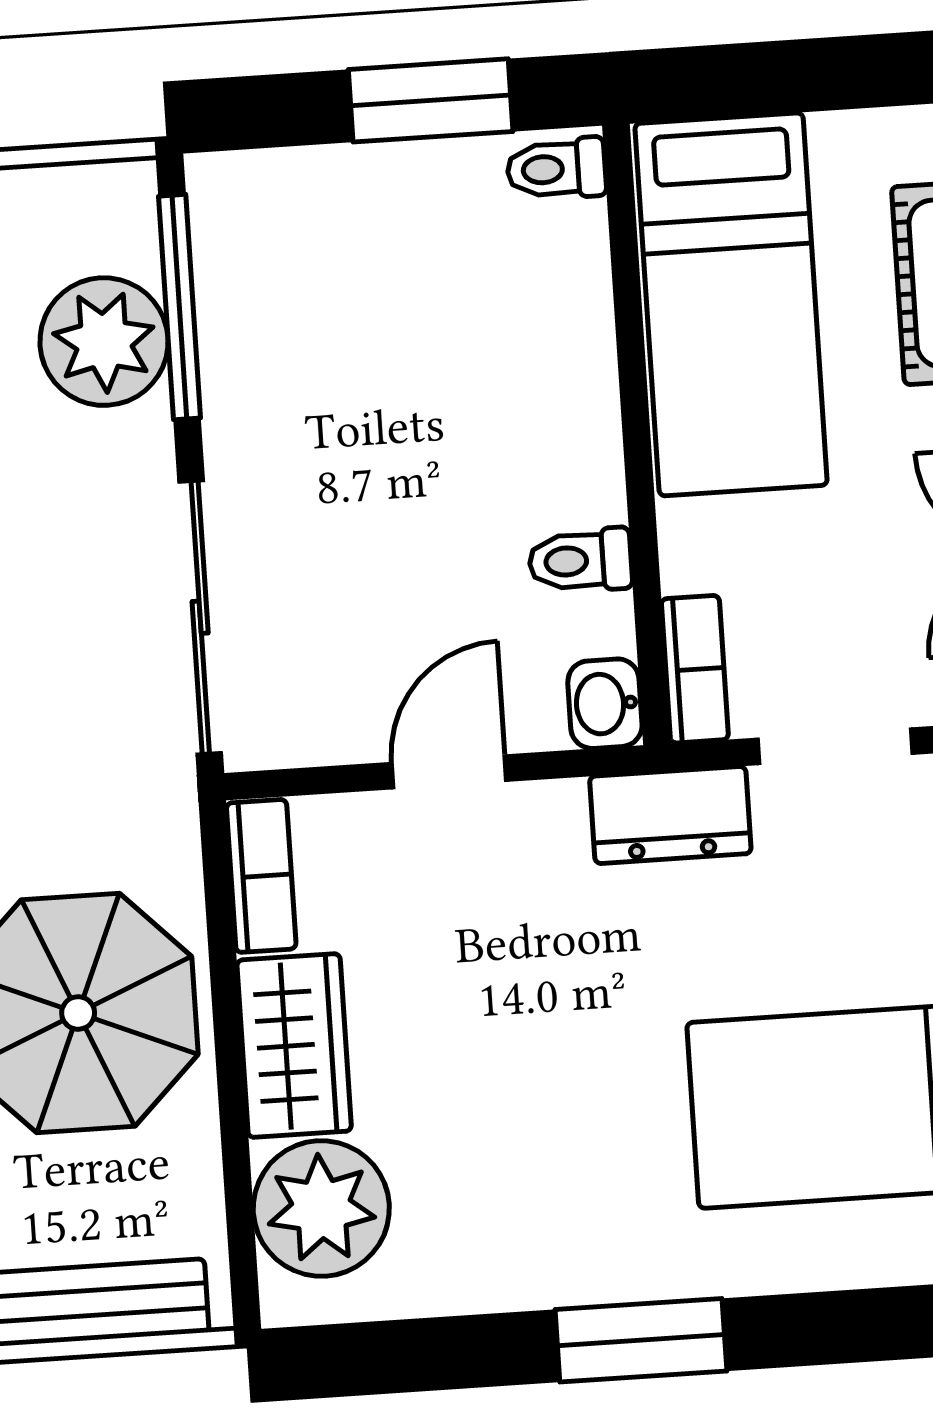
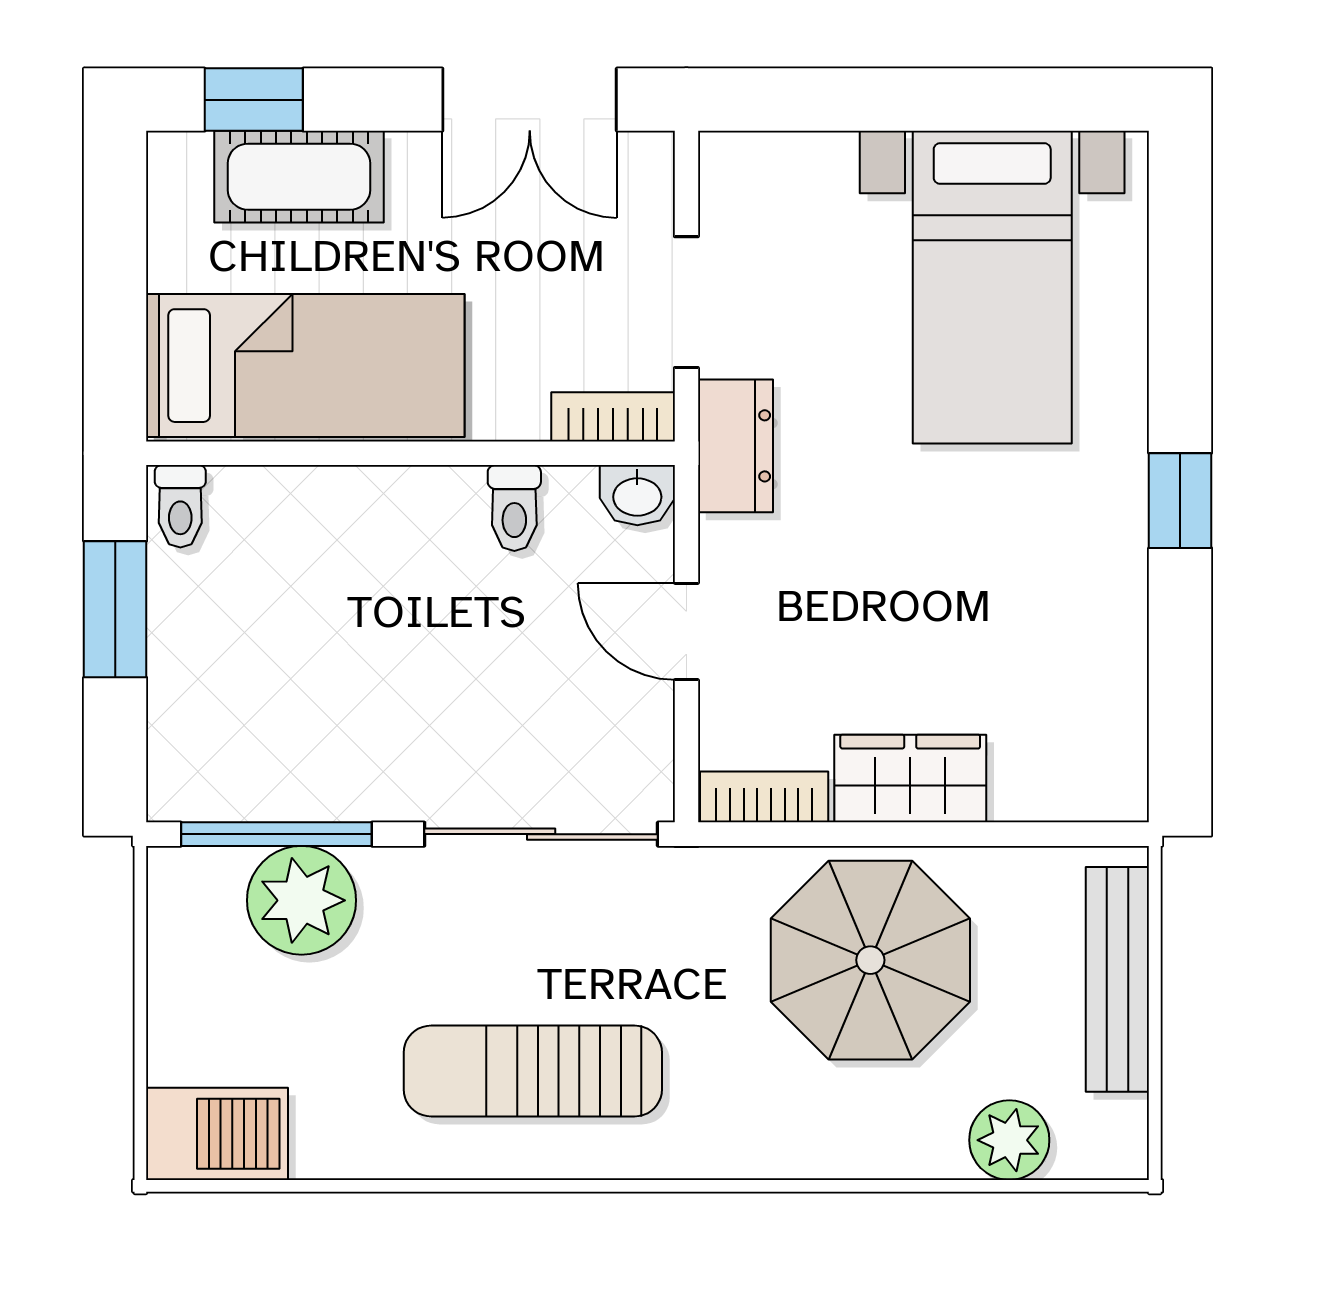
plant: (321, 1208) -> (1050, 765), removed
window: (641, 1340) -> (1180, 501), width x0.67

